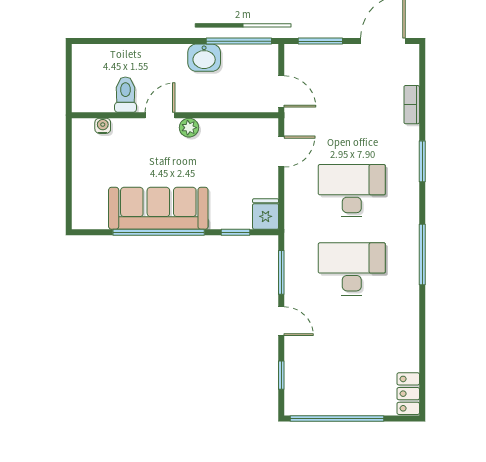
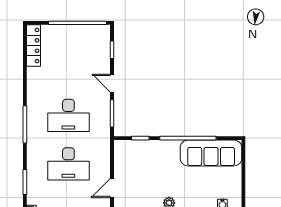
sofa: (158, 208) -> (211, 153), moved
fridge: (266, 214) -> (122, 149), removed
locker: (408, 394) -> (34, 46), width x1.53

